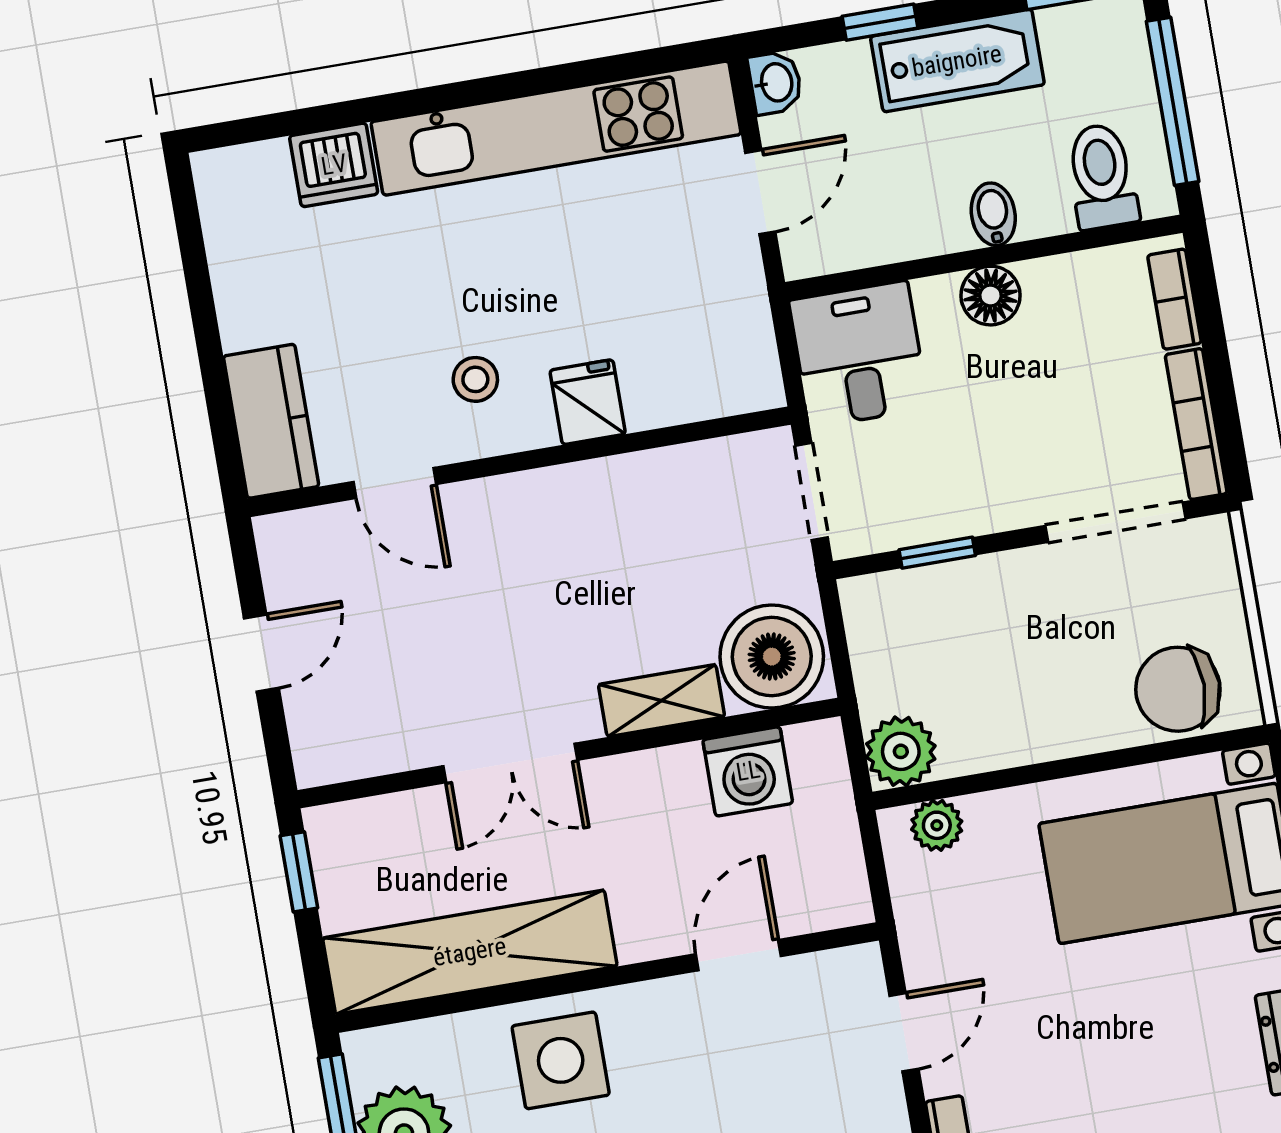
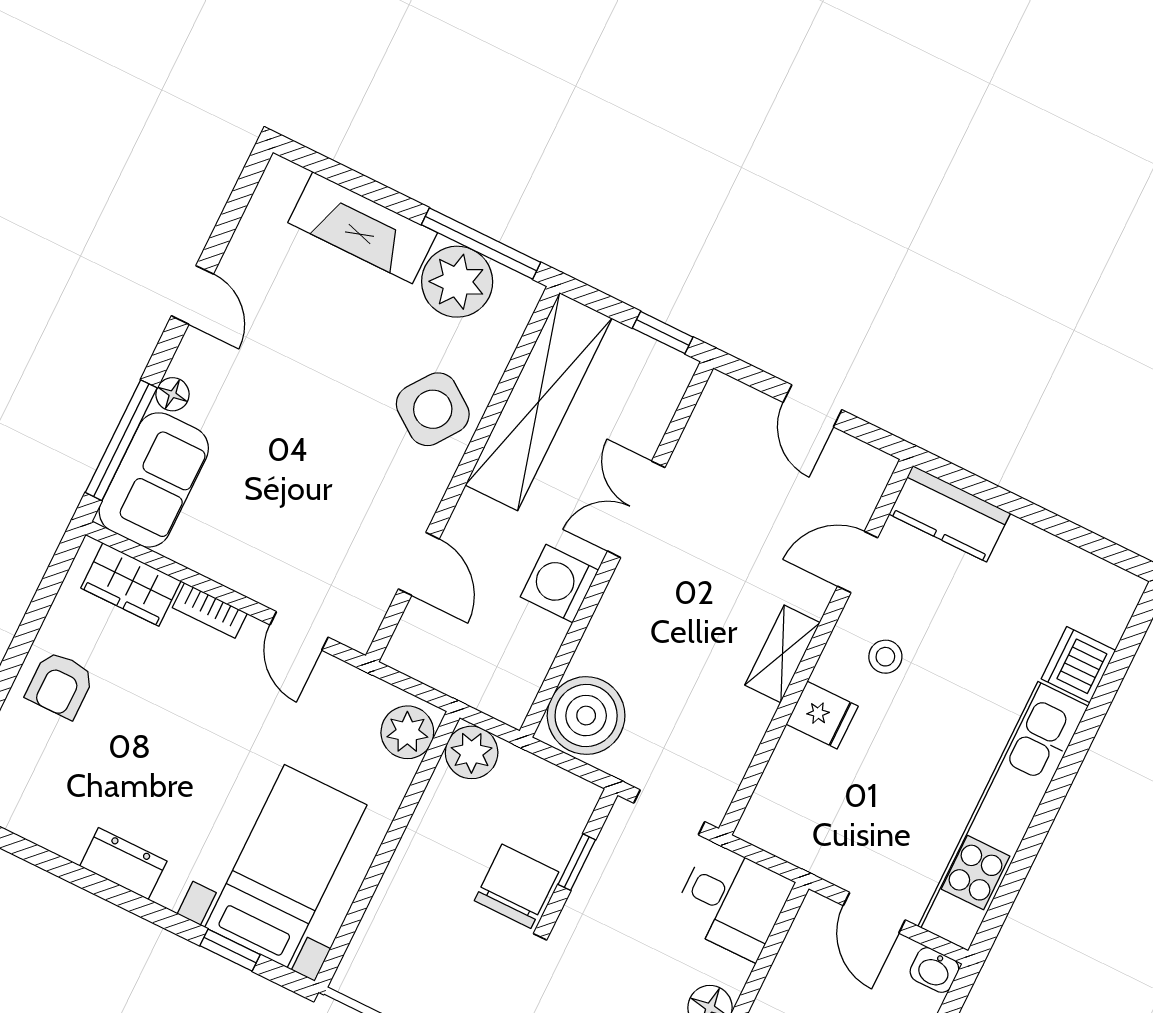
chair: (1178, 689) -> (516, 886), moved
shelving: (661, 701) -> (782, 654), moved
washing machine: (748, 771) -> (559, 583), moved
plant: (937, 825) -> (407, 732), width x1.38, depth x1.38
side table: (561, 1060) -> (433, 409), turned 36

